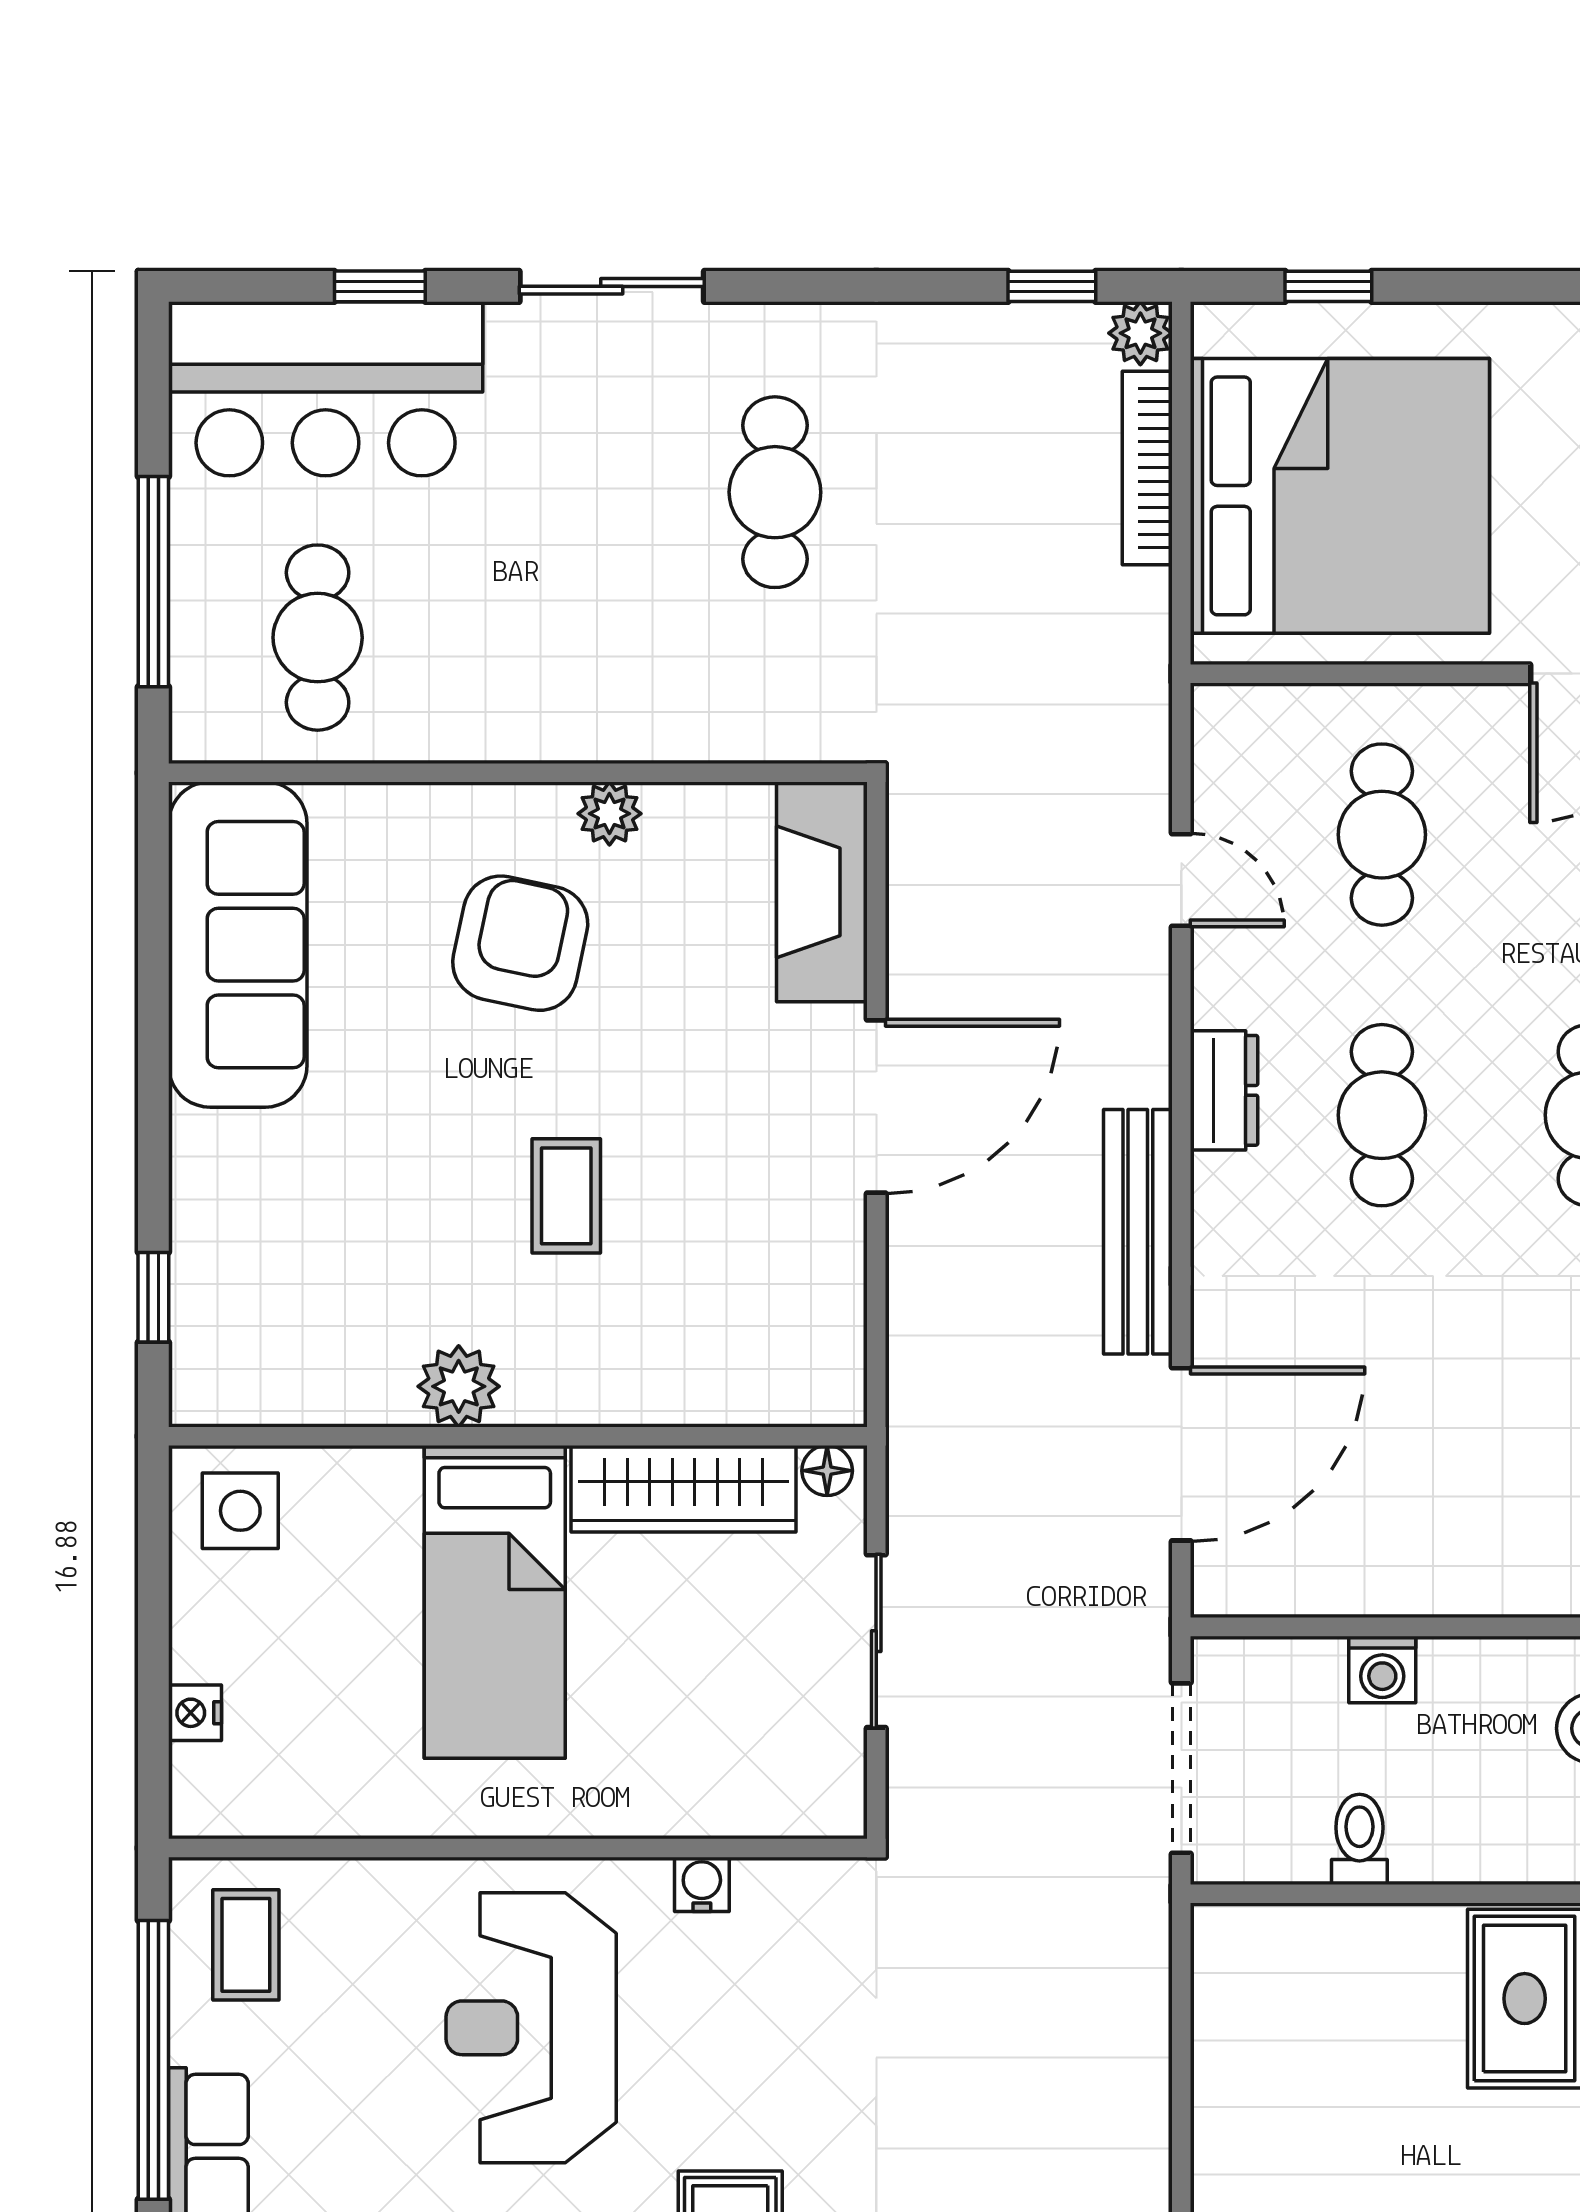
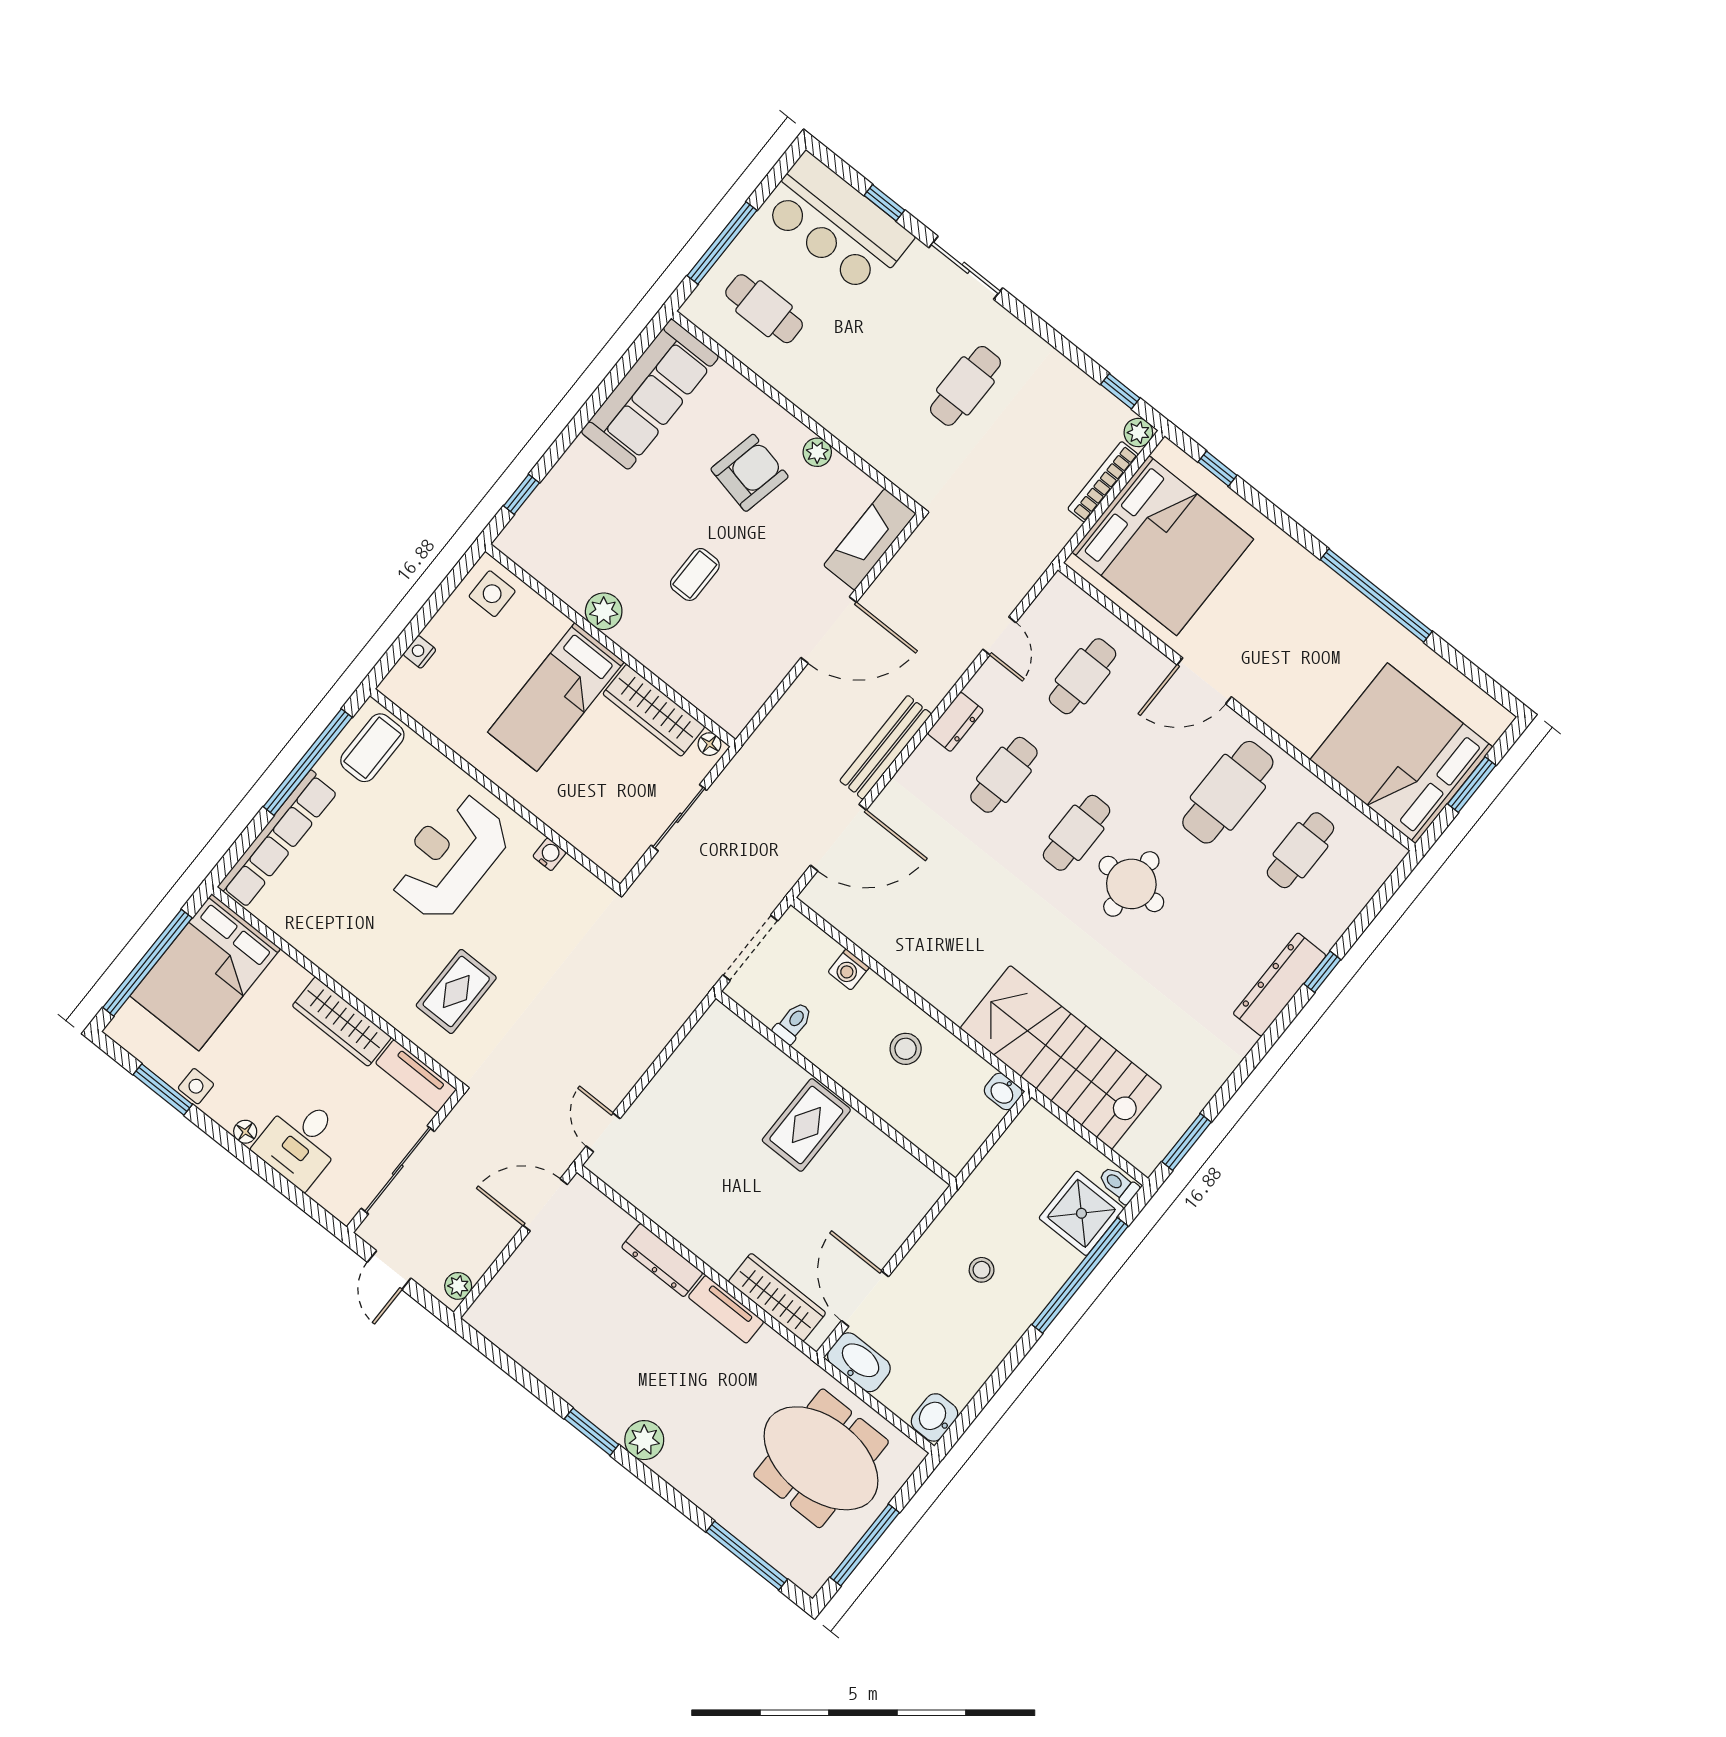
cafe table: (318, 638) -> (764, 309), turned 90
coffee table: (246, 1945) -> (372, 748), width x1.36, depth x1.30

